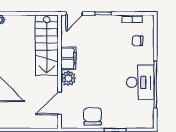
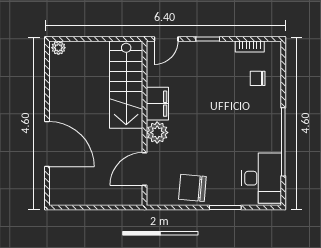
desk: (140, 82) -> (261, 178), moved
chair: (93, 116) -> (192, 188), turned -85

